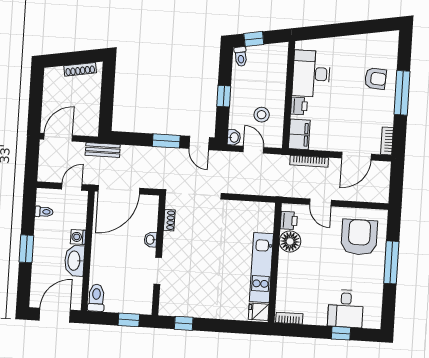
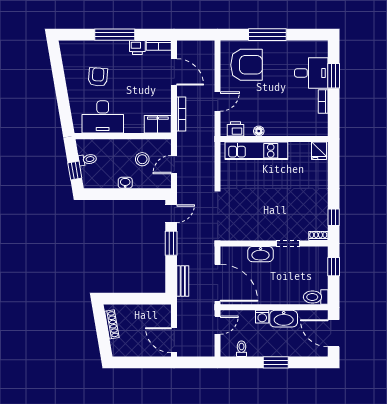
toilet: (241, 57) -> (88, 159), moved
armchair: (375, 79) -> (98, 77), moved
window: (224, 96) -> (128, 194), removed
printer: (299, 106) -> (137, 47), moved, turned 180
washbasin: (234, 137) -> (125, 183), moved
bench: (103, 150) -> (183, 281), moved
door: (72, 187) -> (218, 325), swing flipped
shoe rack: (169, 220) -> (318, 236), moved
armchair: (359, 237) -> (247, 65), turned 180
washbasin: (150, 240) -> (261, 254), width x1.91, depth x1.45
floor lamp: (290, 241) -> (259, 131), width x0.53, depth x0.53
kitchen unit: (261, 268) -> (256, 151), moved
bookcase: (289, 318) -> (323, 101), moved
window: (341, 333) -> (334, 76), width x1.50

